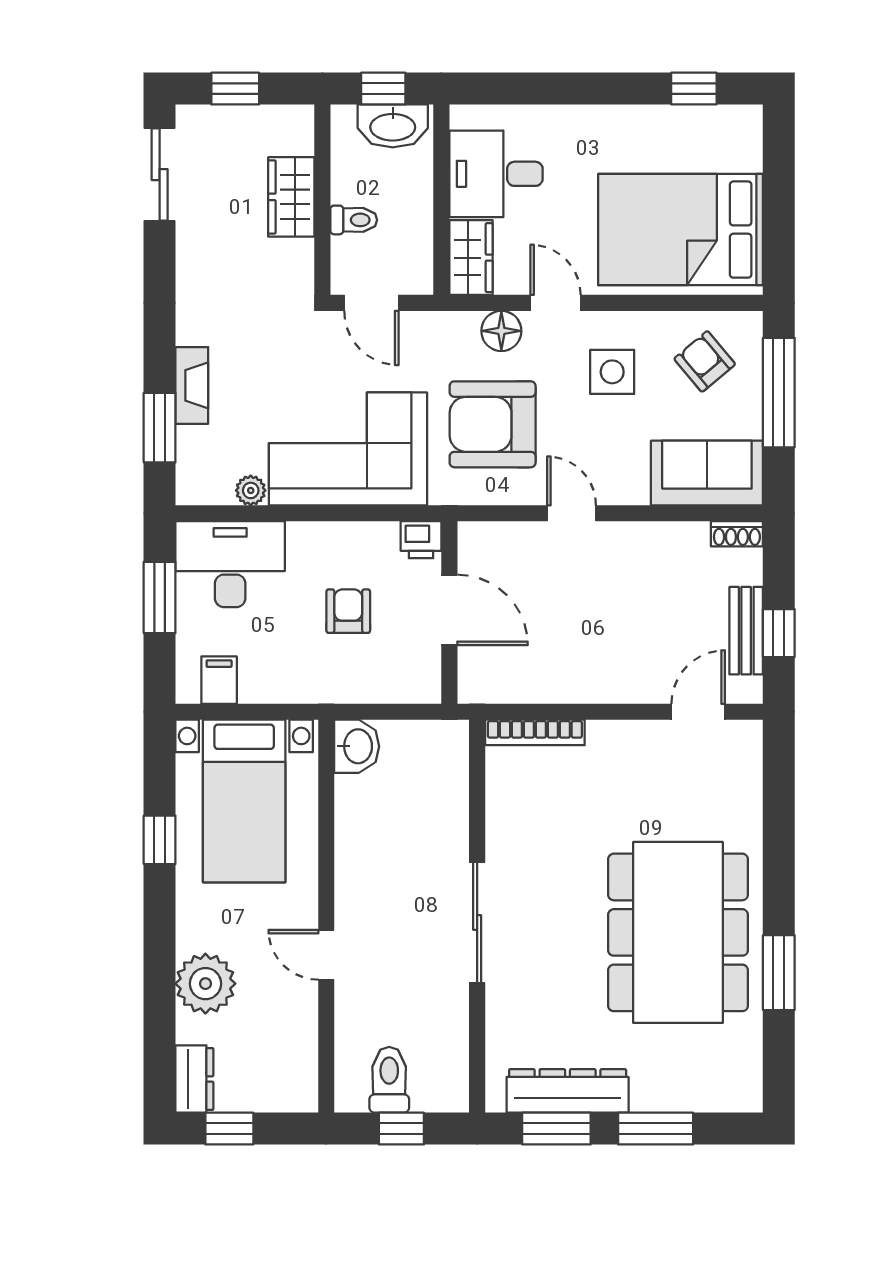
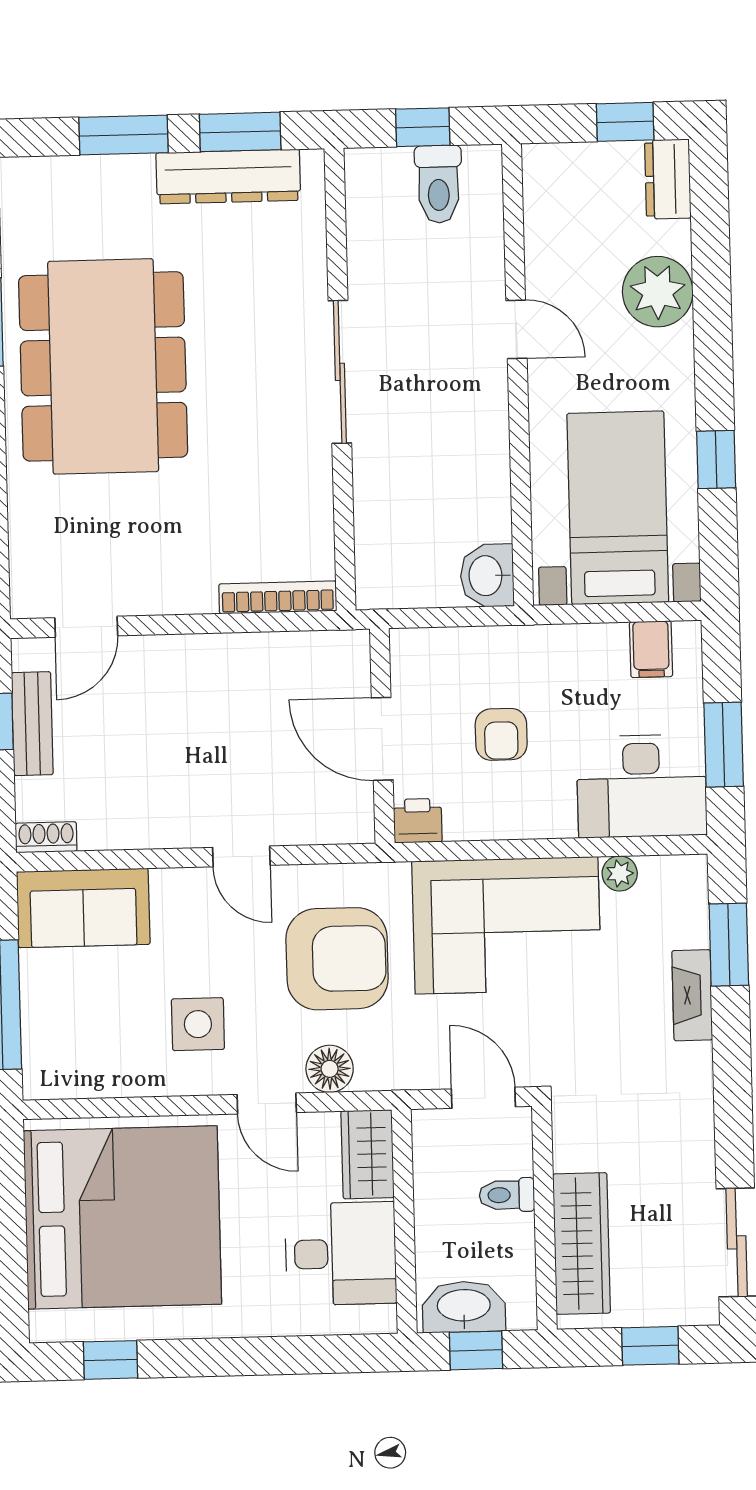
wardrobe: (291, 197) -> (582, 1243), width x1.50
bed: (681, 230) -> (122, 1217), width x1.36
armchair: (705, 361) -> (89, 1039), removed

